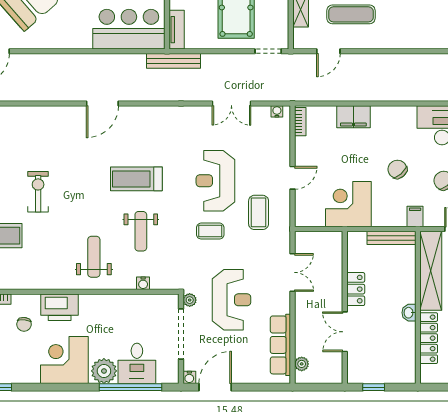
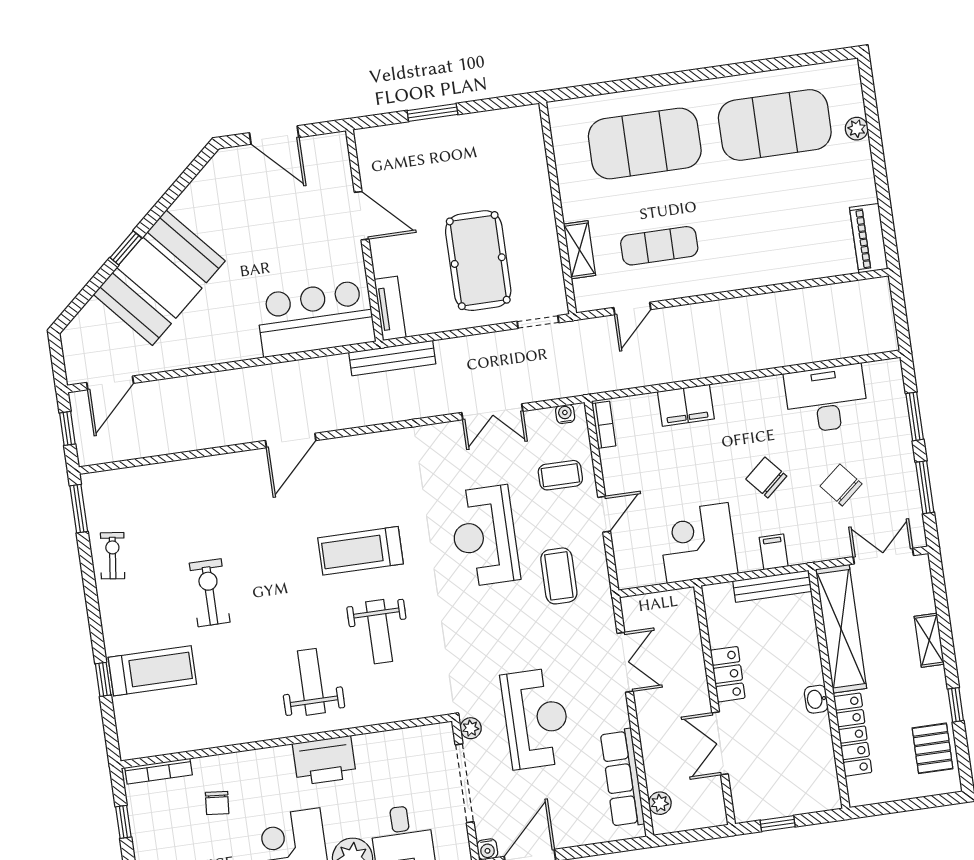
filing cabinet: (415, 217) -> (774, 552), moved
coffee table: (210, 231) -> (560, 475), moved
water cooler: (143, 283) -> (394, 712), removed
printer: (60, 307) -> (324, 761), moved

